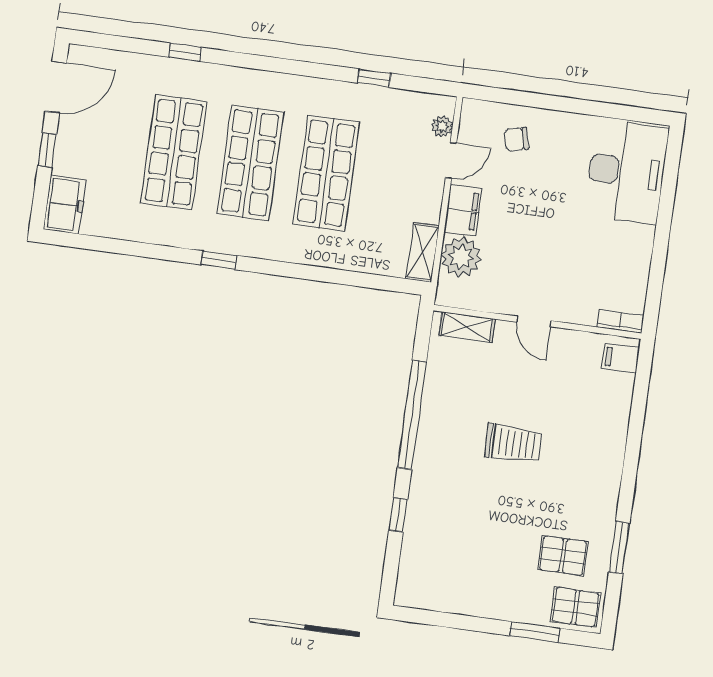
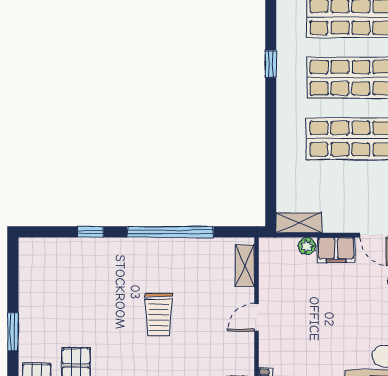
plant: (461, 257) -> (307, 246), width x0.53, depth x0.53
window: (535, 632) -> (13, 332), moved

